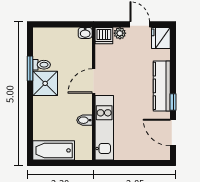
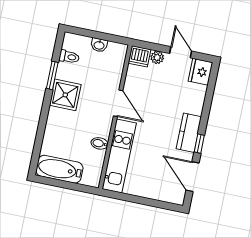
washbasin: (85, 33) -> (99, 45), moved
toilet: (42, 65) -> (69, 57), moved
door: (94, 81) -> (118, 103), swing flipped
kitchen counter: (162, 86) -> (189, 133), width x0.67

